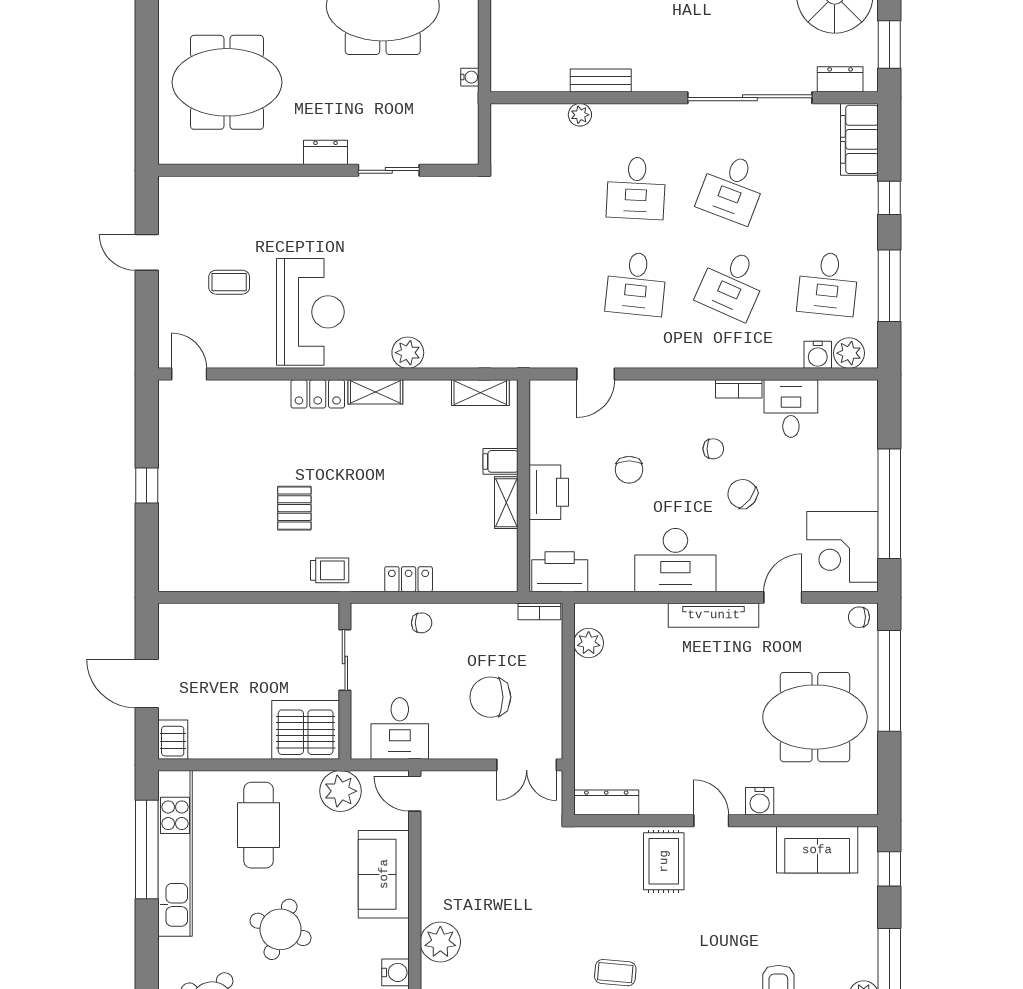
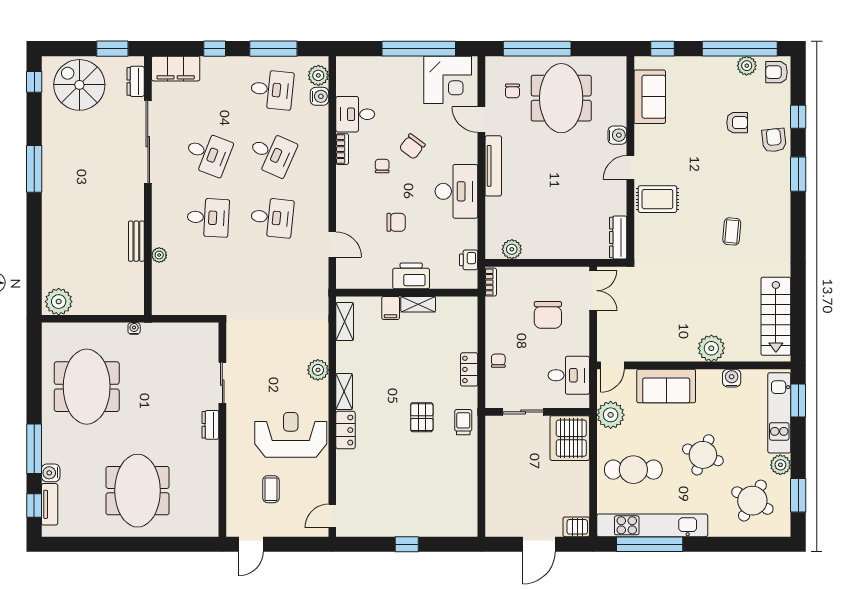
dresser: (326, 152) -> (210, 425), moved
wall: (318, 170) -> (222, 430), moved
sliding door: (389, 170) -> (222, 383), moved
pallet: (294, 508) -> (422, 417), moved, turned 90
printer: (560, 572) -> (469, 260), width x0.53, depth x0.68
chair: (859, 617) -> (512, 91), moved

